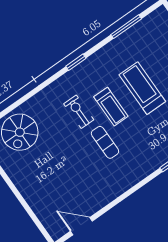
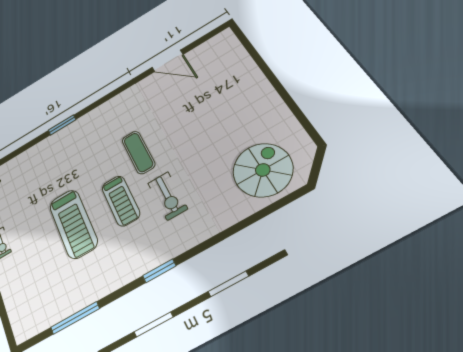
treadmill: (111, 107) -> (121, 201), turned 180
door: (81, 226) -> (167, 61), moved

